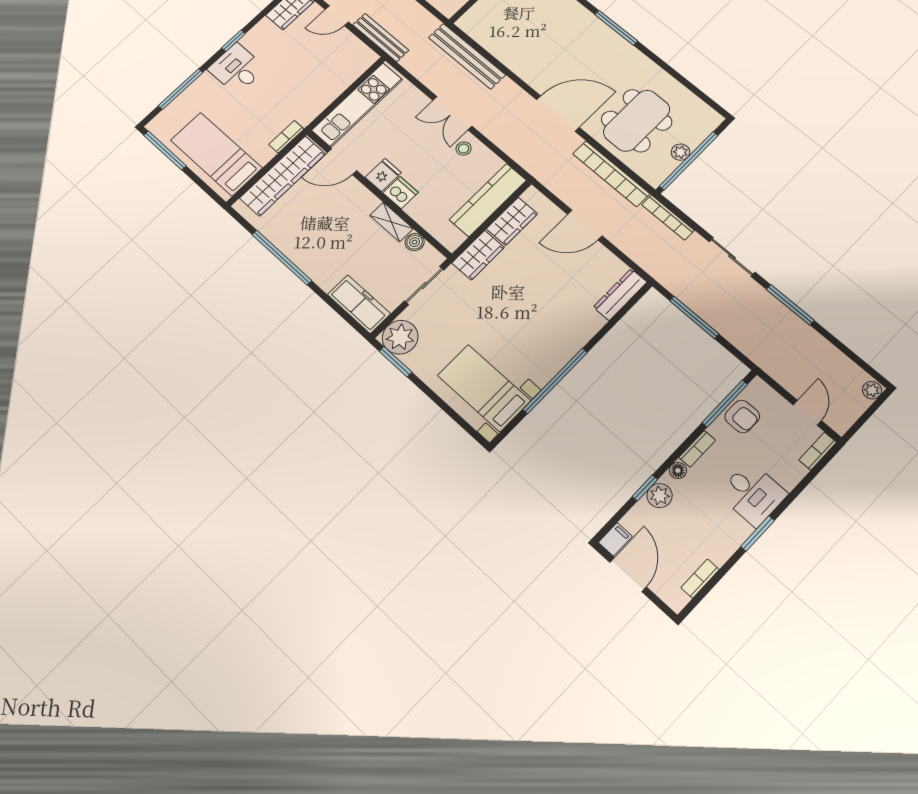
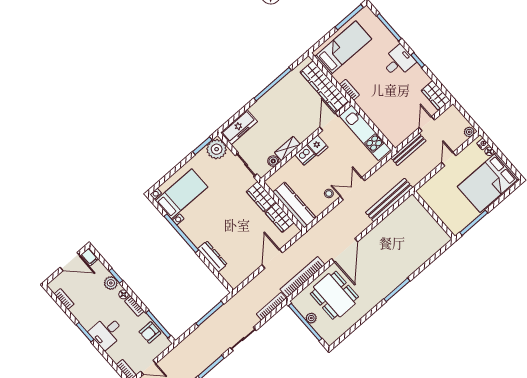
dresser: (620, 295) -> (212, 256), moved

